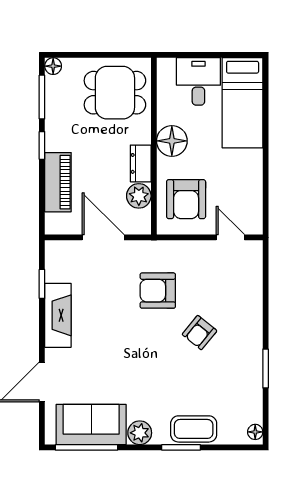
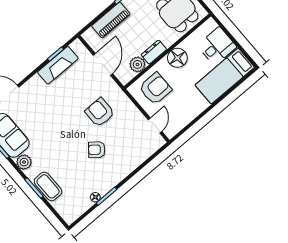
armchair: (186, 199) -> (155, 89), turned 180
fireplace: (58, 315) -> (58, 65), moved
floor lamp: (255, 432) -> (95, 197), moved

